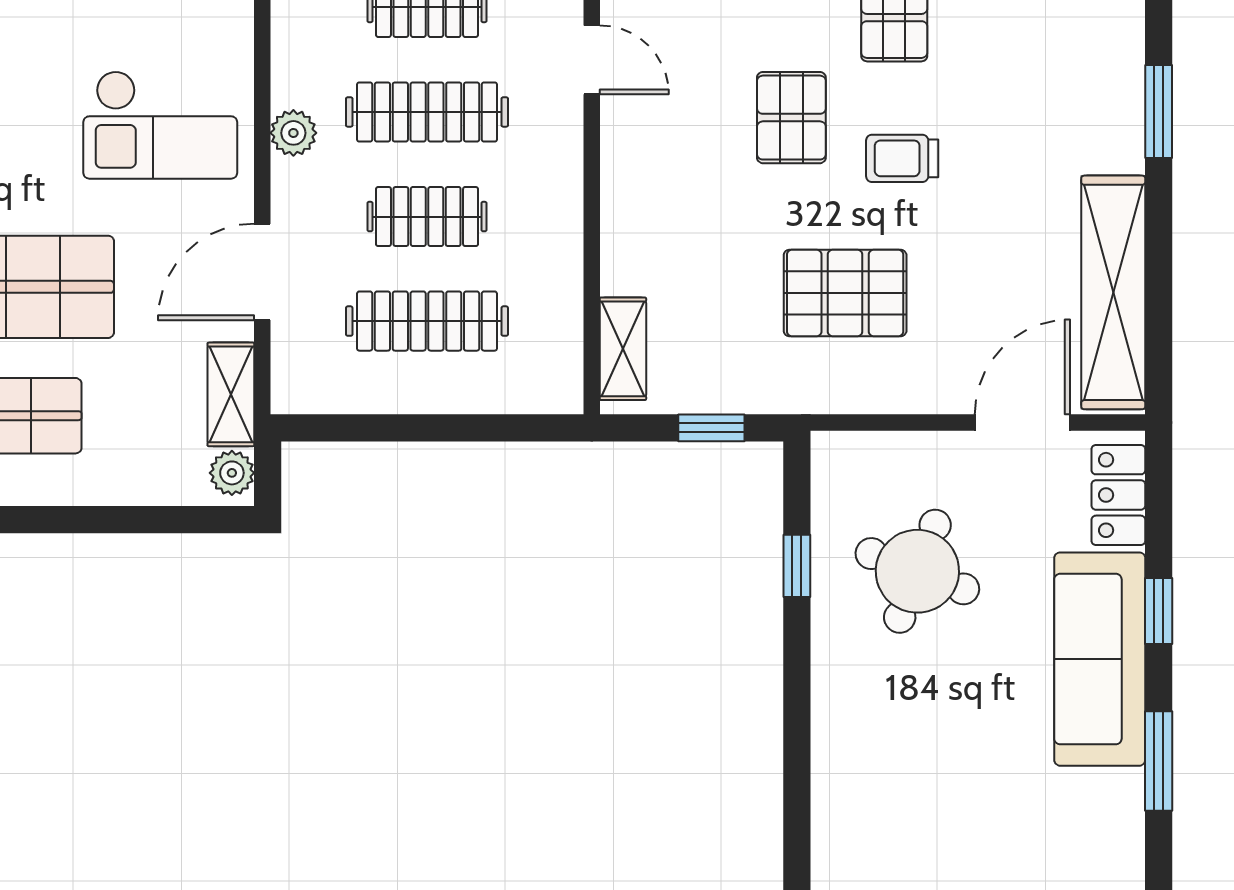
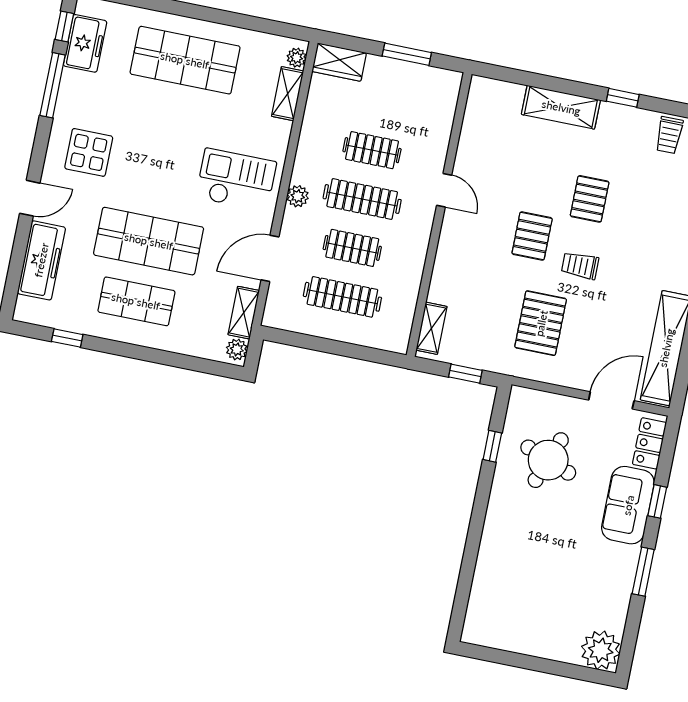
checkout: (160, 125) -> (236, 180), turned 180
pallet: (845, 293) -> (541, 323), turned 90
sofa: (1100, 659) -> (628, 505), width x0.73

